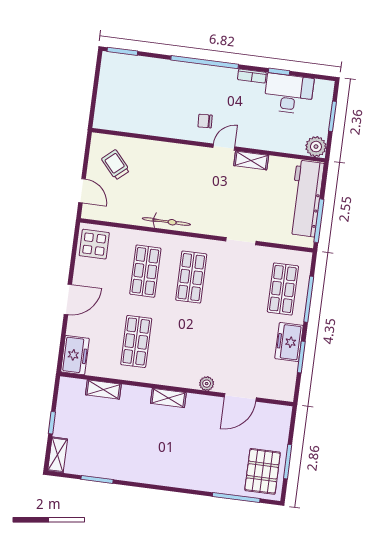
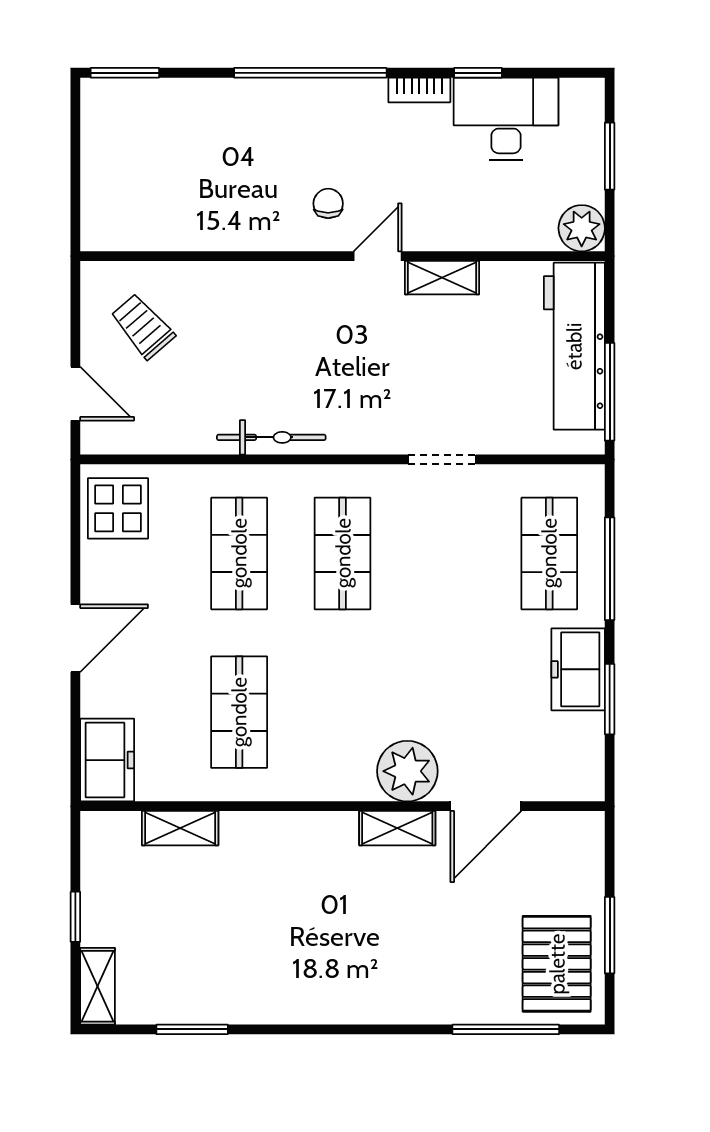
chair: (205, 121) -> (328, 203), turned 93
plant: (207, 384) -> (407, 771), width x1.88, depth x1.88
shelving: (168, 398) -> (397, 828), moved

